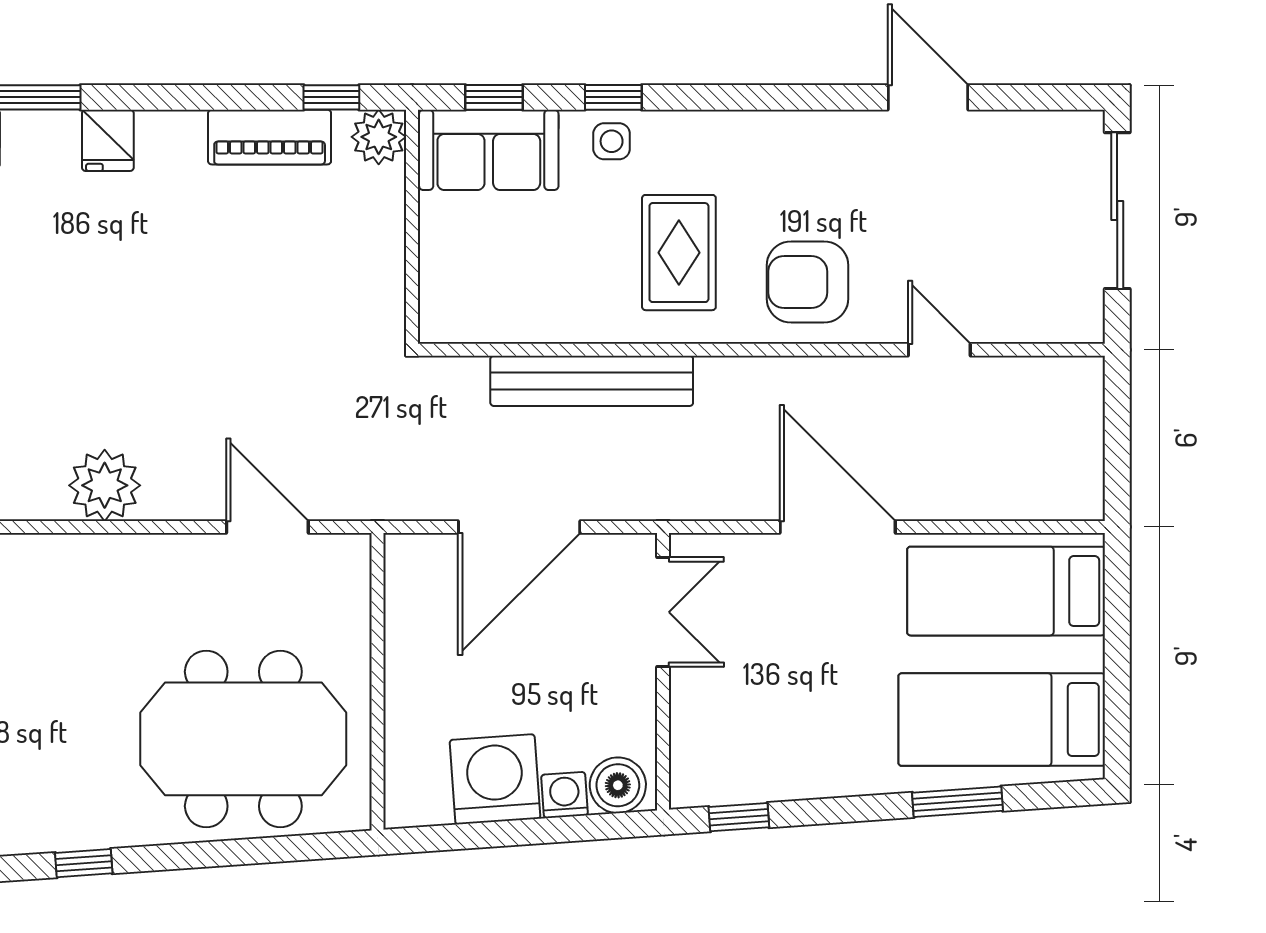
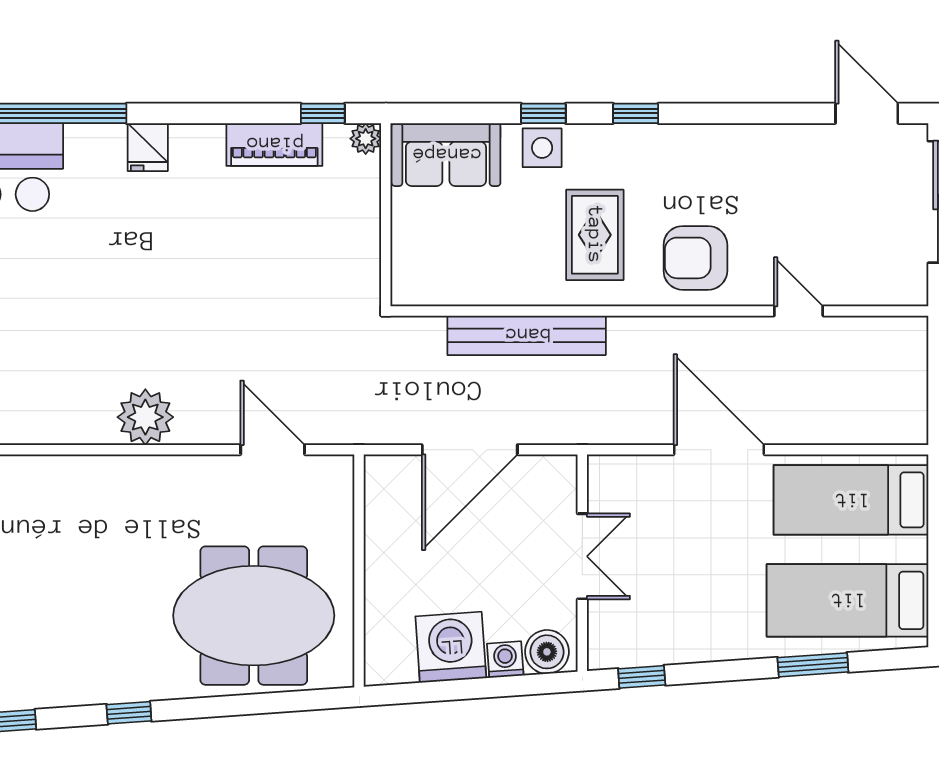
window: (494, 97) -> (636, 113), moved
door: (928, 97) -> (867, 113), moved
plant: (379, 137) -> (366, 139), width x0.73, depth x0.73
side table: (612, 141) -> (542, 148), width x1.37, depth x1.37
double door: (663, 612) -> (582, 556), moved

